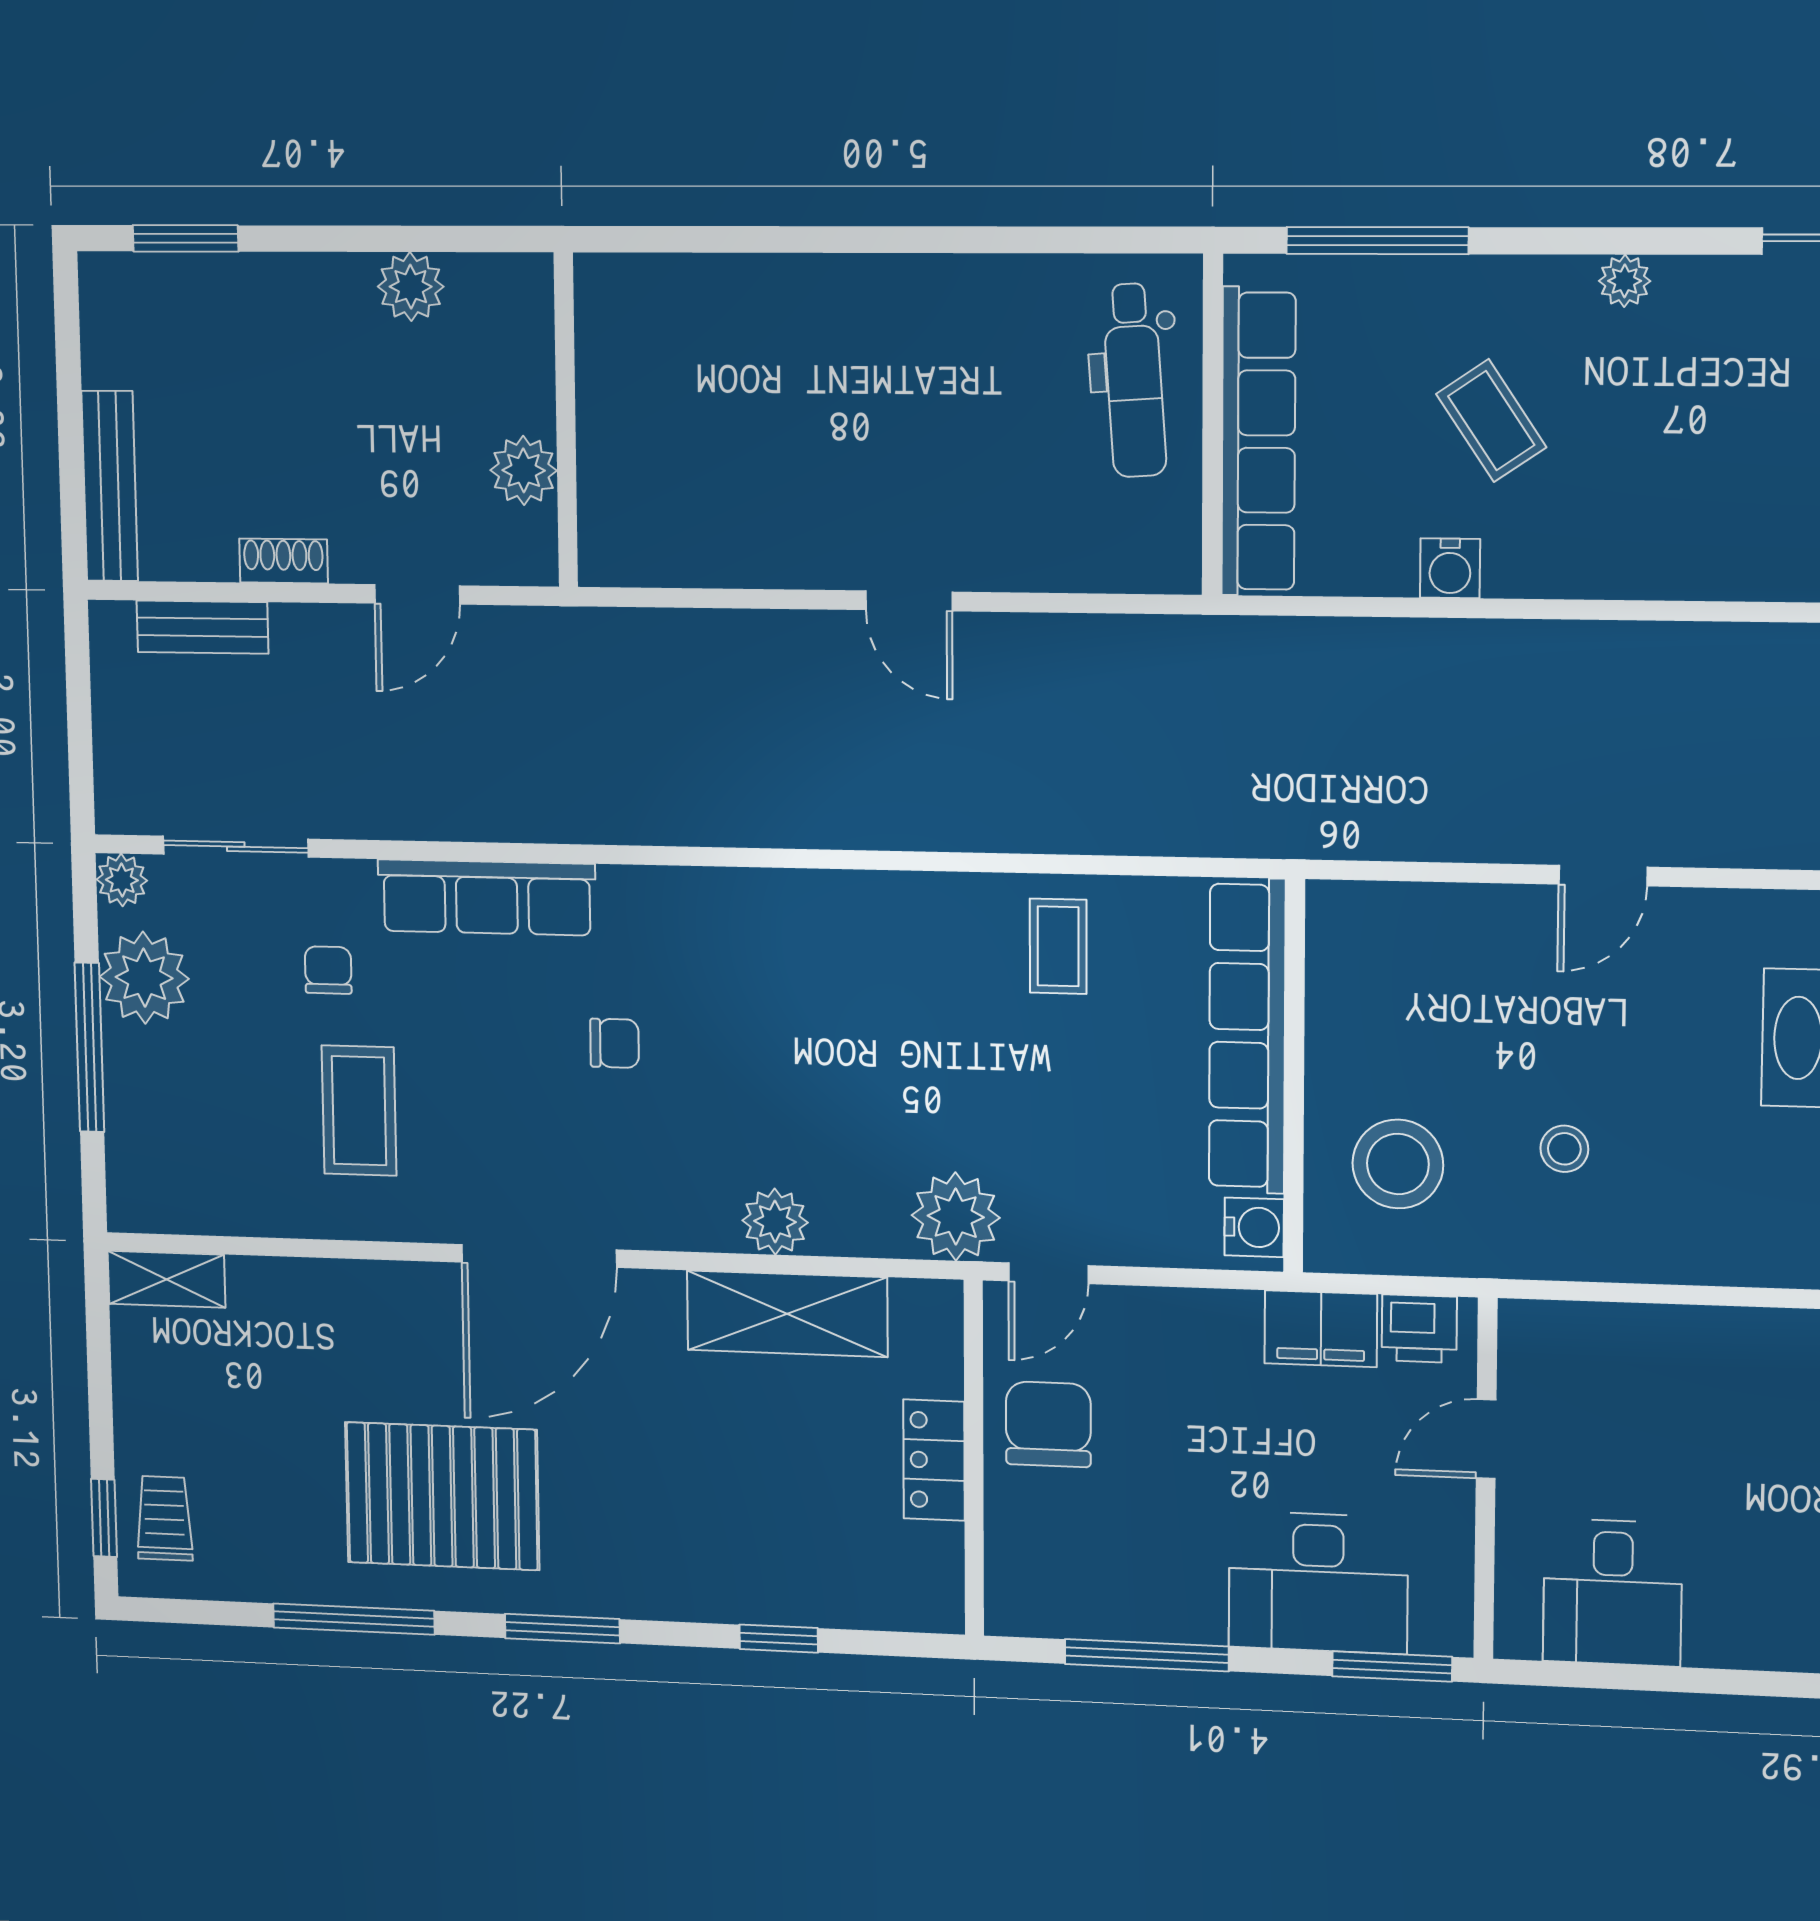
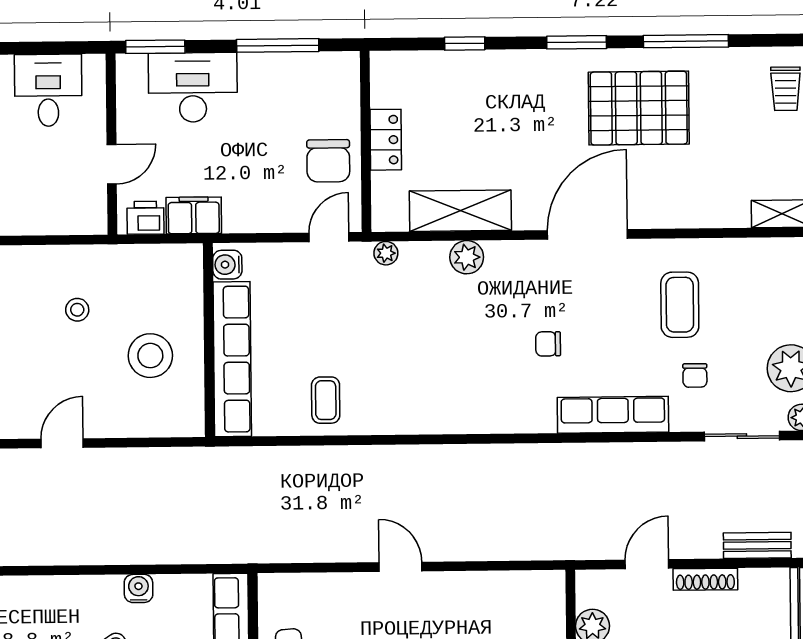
shoe rack: (284, 561) -> (705, 579), width x1.43
stool: (1398, 1164) -> (150, 356), moved
plant: (956, 1216) -> (386, 253), width x0.53, depth x0.53

